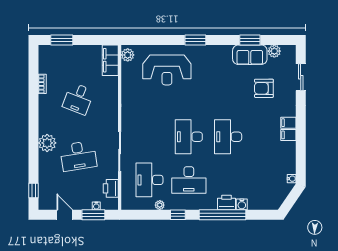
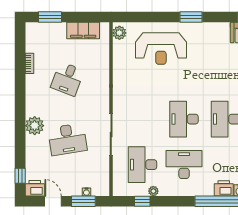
filing cabinet: (110, 60) -> (83, 30), moved, turned -90
desk: (189, 180) -> (184, 165), turned 180
printer: (111, 188) -> (35, 188), moved, turned 90
window: (178, 215) -> (142, 201), moved

